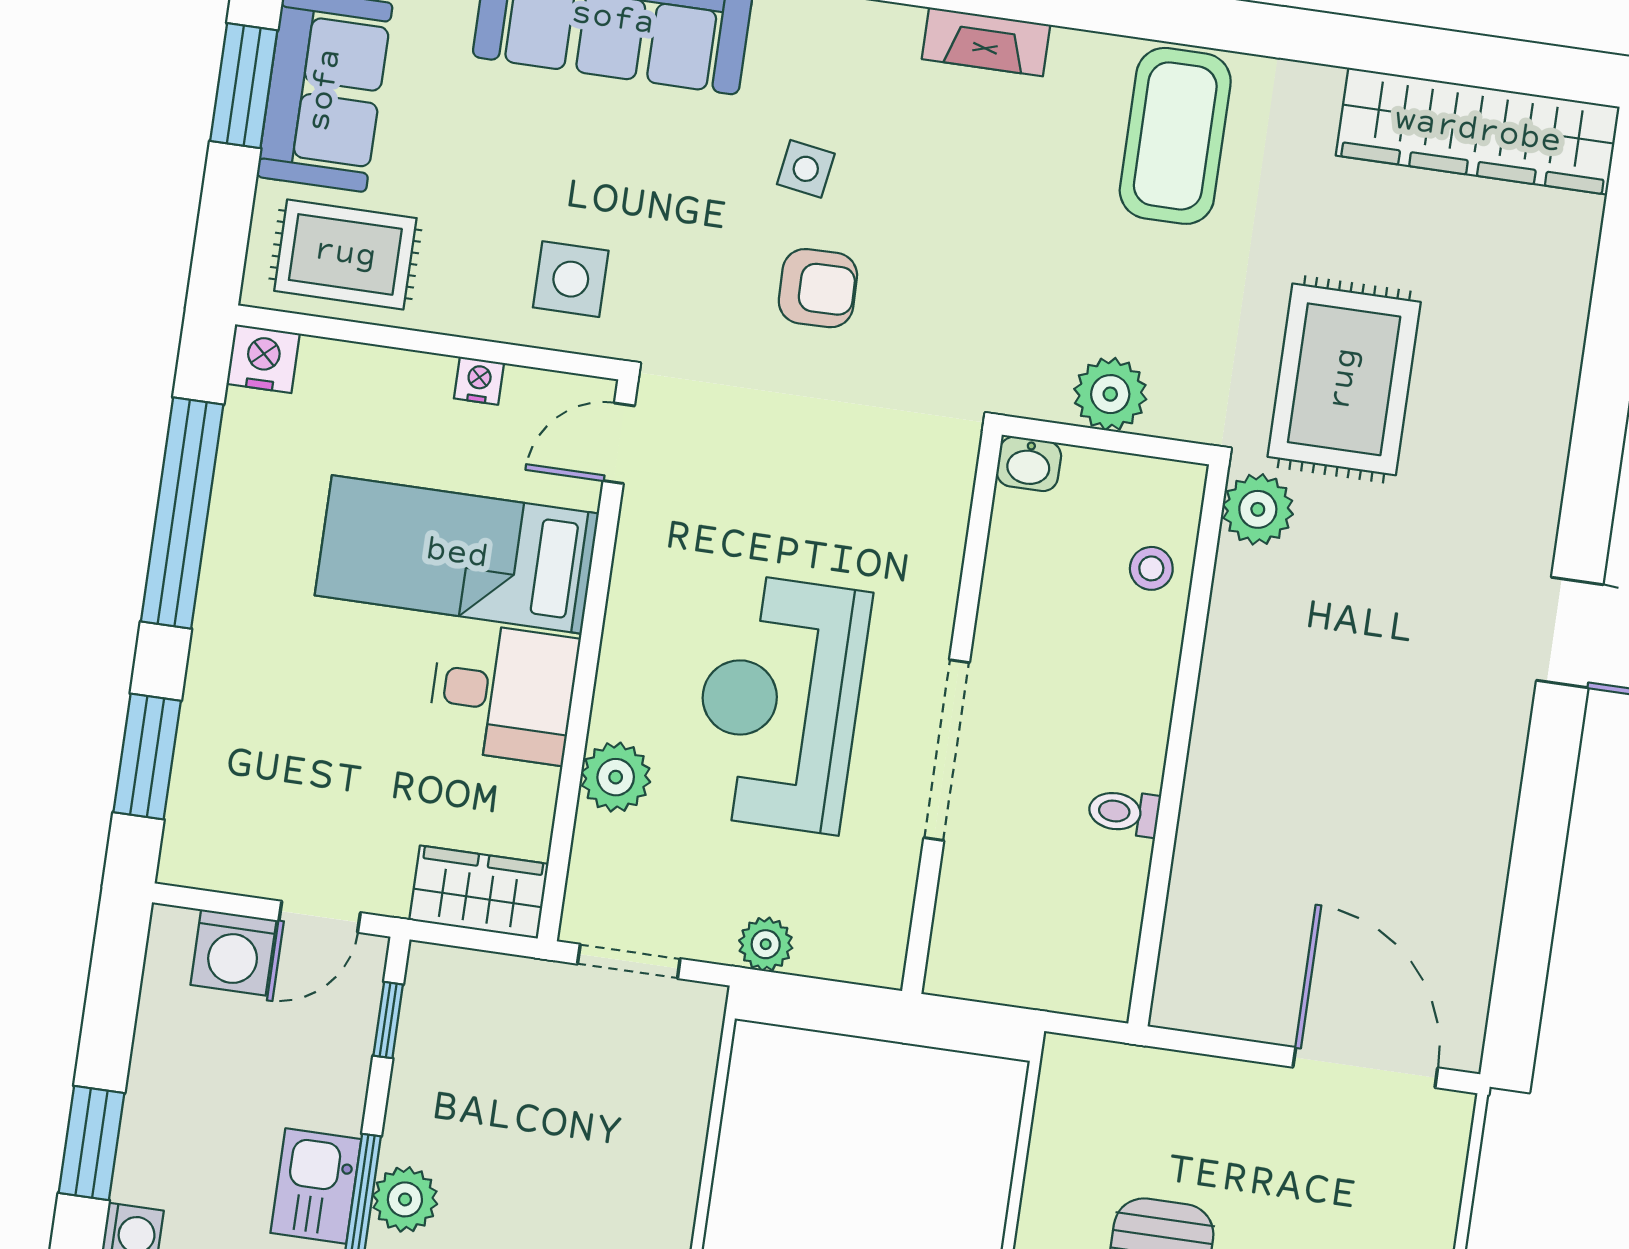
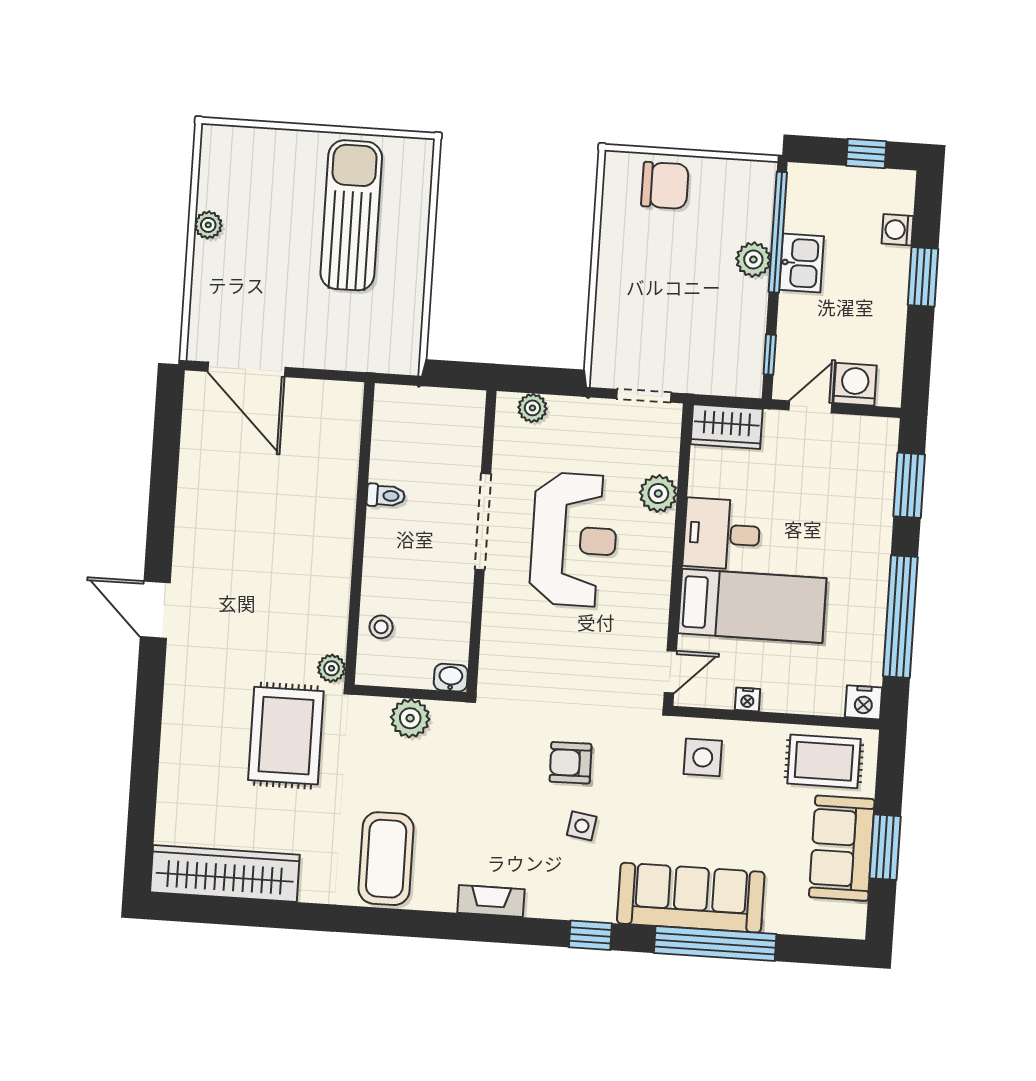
plant: (1258, 509) -> (332, 668), width x0.73, depth x0.73
plant: (766, 944) -> (532, 408), moved

